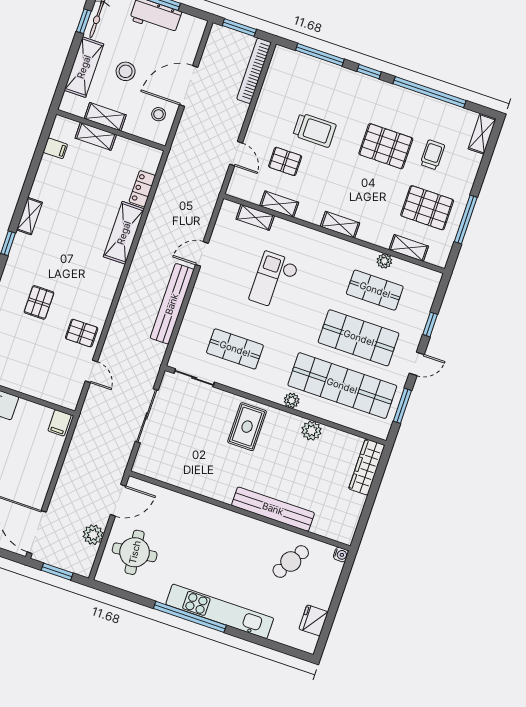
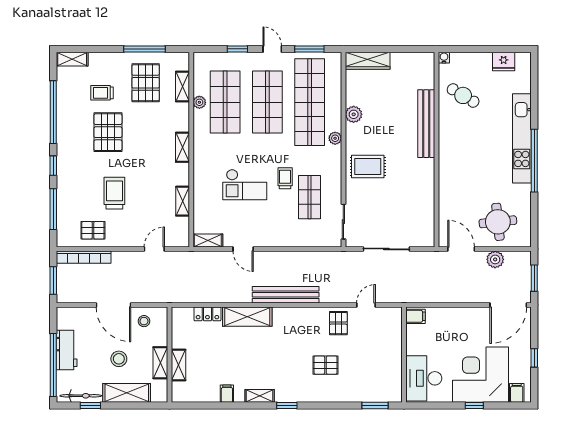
filing cabinet: (55, 148) -> (227, 394), moved
pallet: (285, 161) -> (93, 230), moved, turned 90
shelving: (255, 217) -> (208, 240), moved, turned 90
shop shelf: (375, 290) -> (225, 102), width x1.43, depth x1.36
bench: (172, 304) -> (286, 295), moved
trolley: (266, 329) -> (285, 178), added

